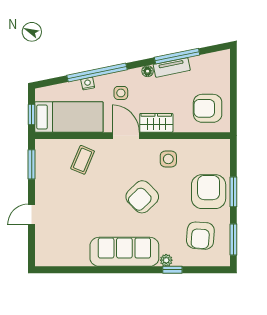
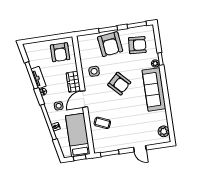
armchair: (209, 192) -> (110, 44), turned -97
plant: (54, 257) -> (164, 131), added

